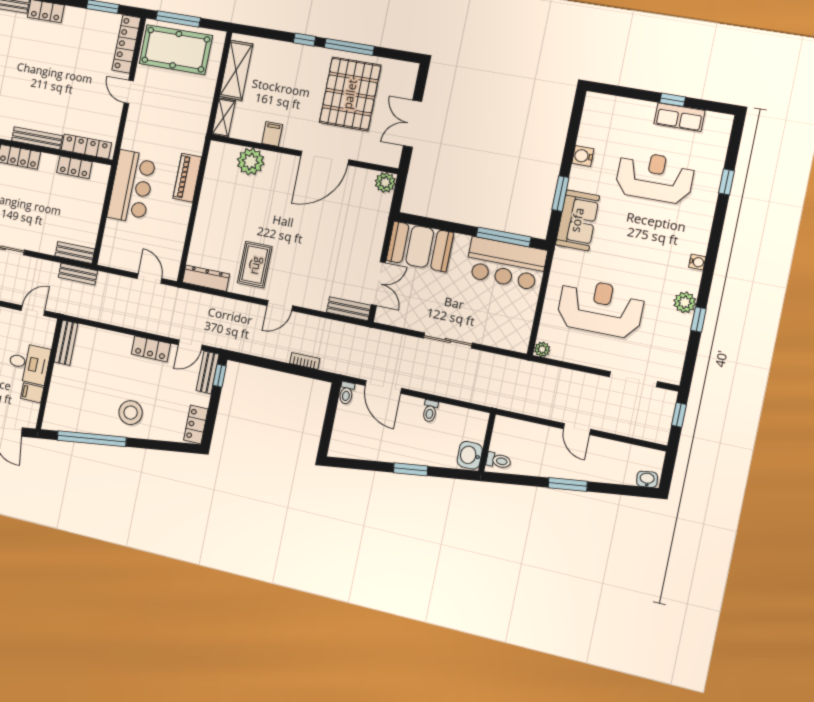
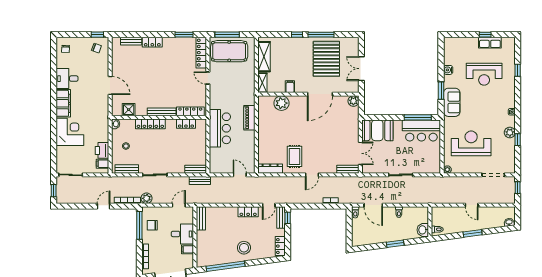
reception desk: (655, 177) -> (484, 74), turned 180

